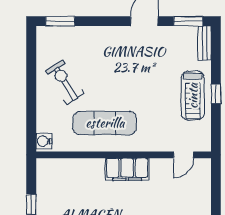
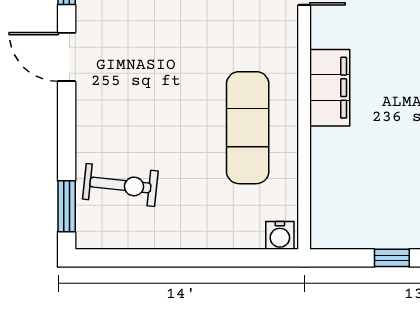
exercise bike: (65, 82) -> (120, 185), moved, turned -142

